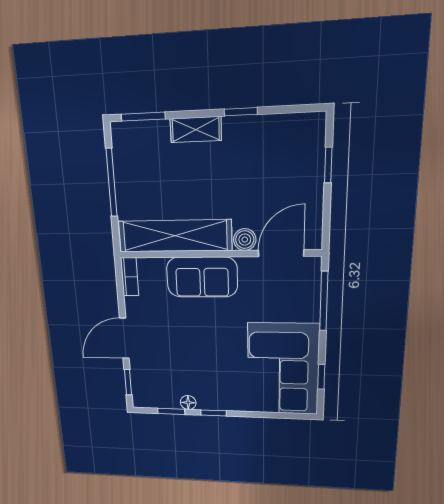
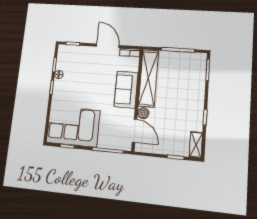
shelving: (196, 130) -> (196, 145), moved
door: (124, 338) -> (108, 46), moved

